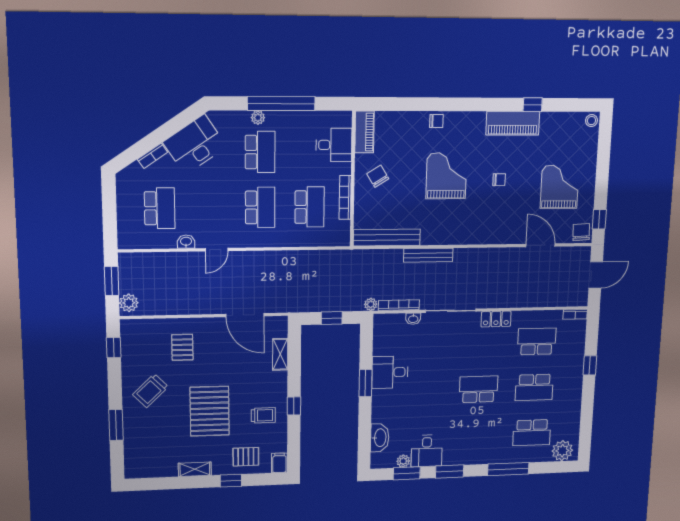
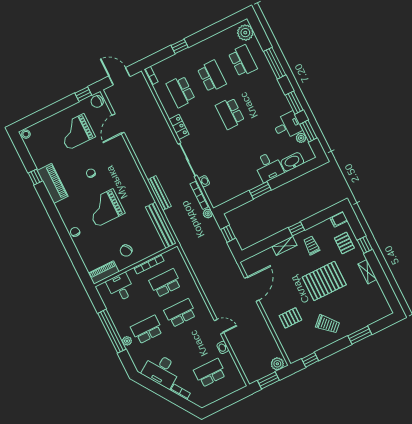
shelving: (280, 354) -> (284, 246), moved
desk: (390, 372) -> (269, 167), moved

